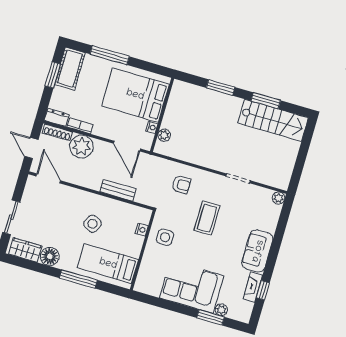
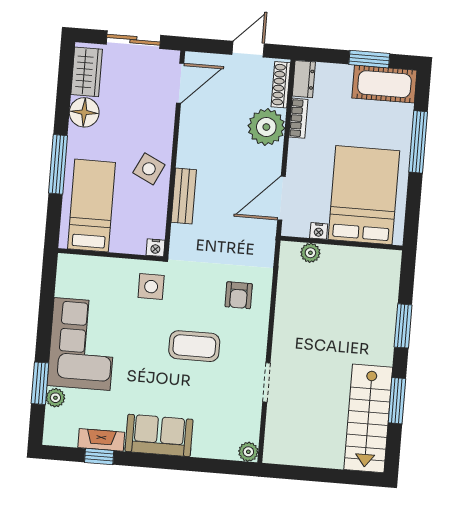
door: (48, 178) -> (180, 83), moved
bench: (118, 190) -> (184, 196), moved
wall: (91, 191) -> (174, 154), moved

